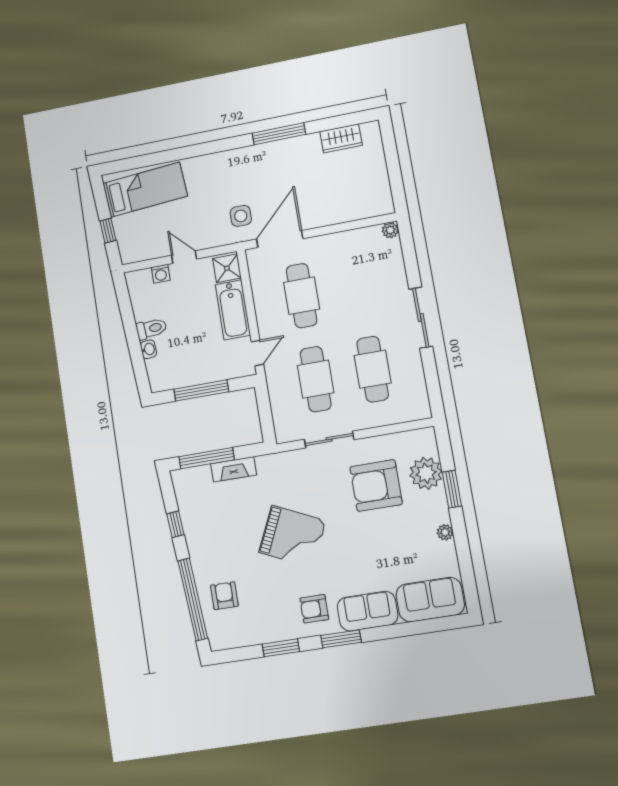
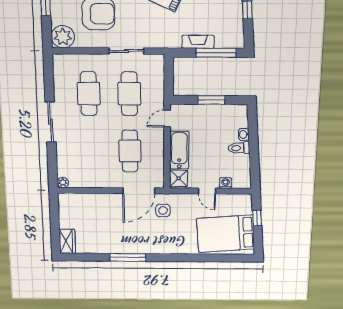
wardrobe: (341, 138) -> (67, 241), moved, turned 90
bed: (145, 190) -> (226, 234), width x1.50
window: (201, 390) -> (211, 100), width x0.69
plant: (426, 473) -> (63, 37), moved

